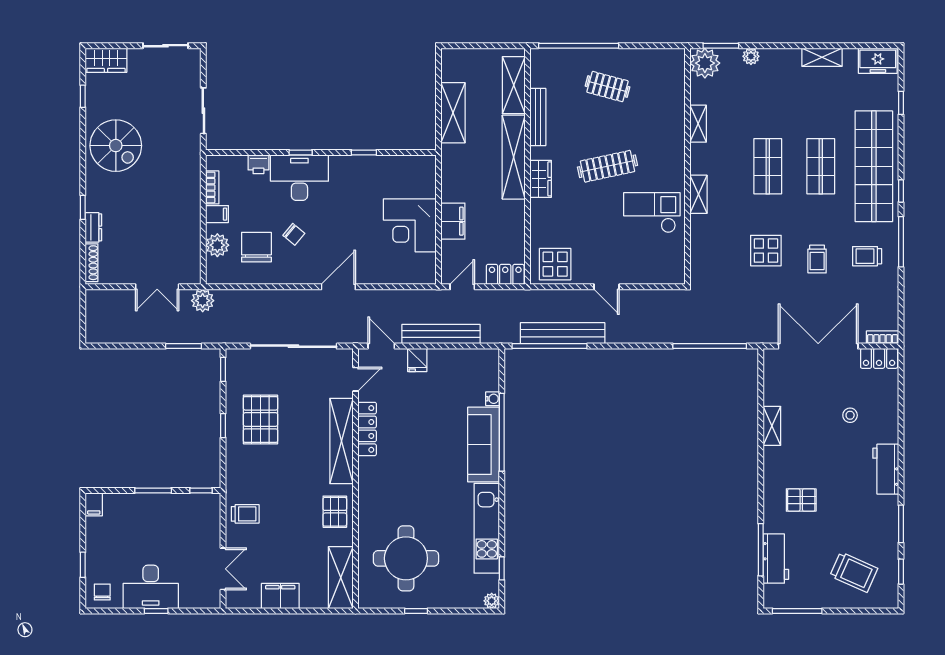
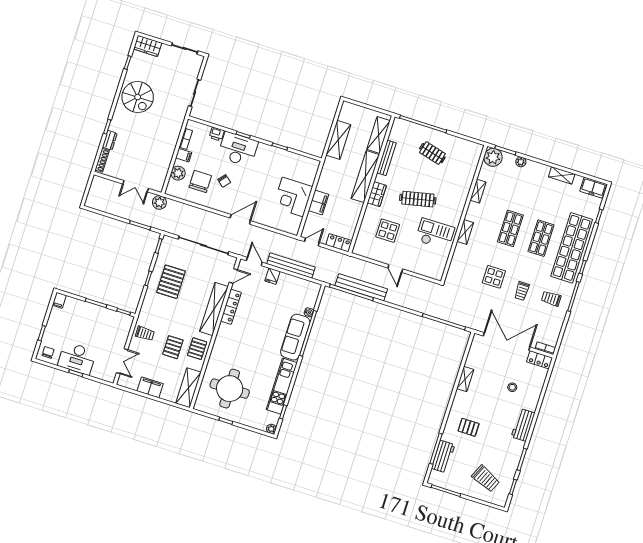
display table: (555, 264) -> (388, 231), moved
pallet: (296, 521) -> (173, 347), added

